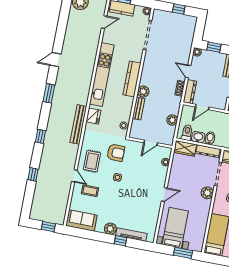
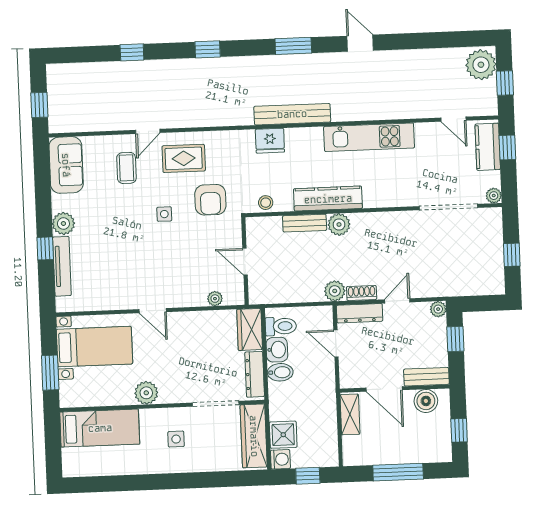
kitchen unit: (102, 74) -> (369, 137), width x0.73
kitchen counter: (132, 79) -> (328, 199), moved
plant: (172, 120) -> (335, 291), moved
bench: (78, 124) -> (292, 114), moved
plant: (207, 193) -> (146, 393), moved

